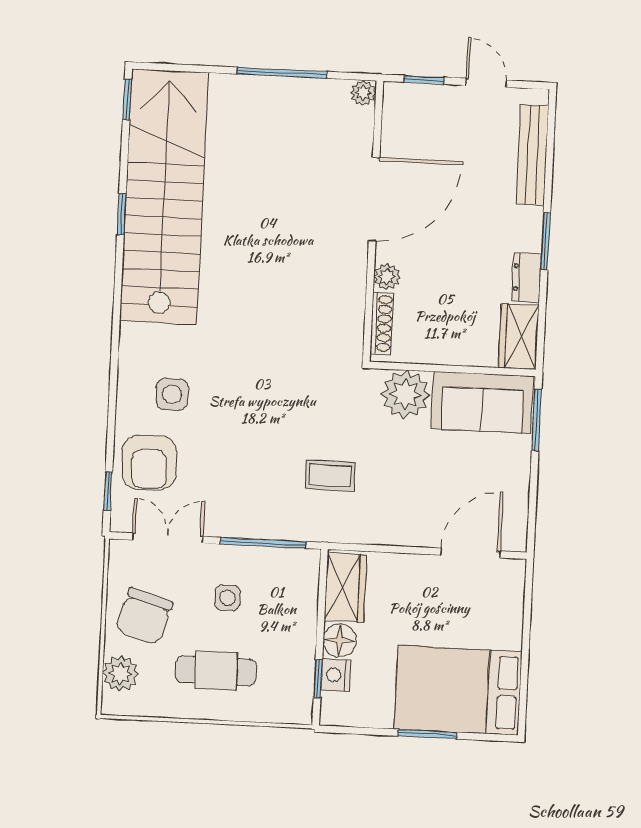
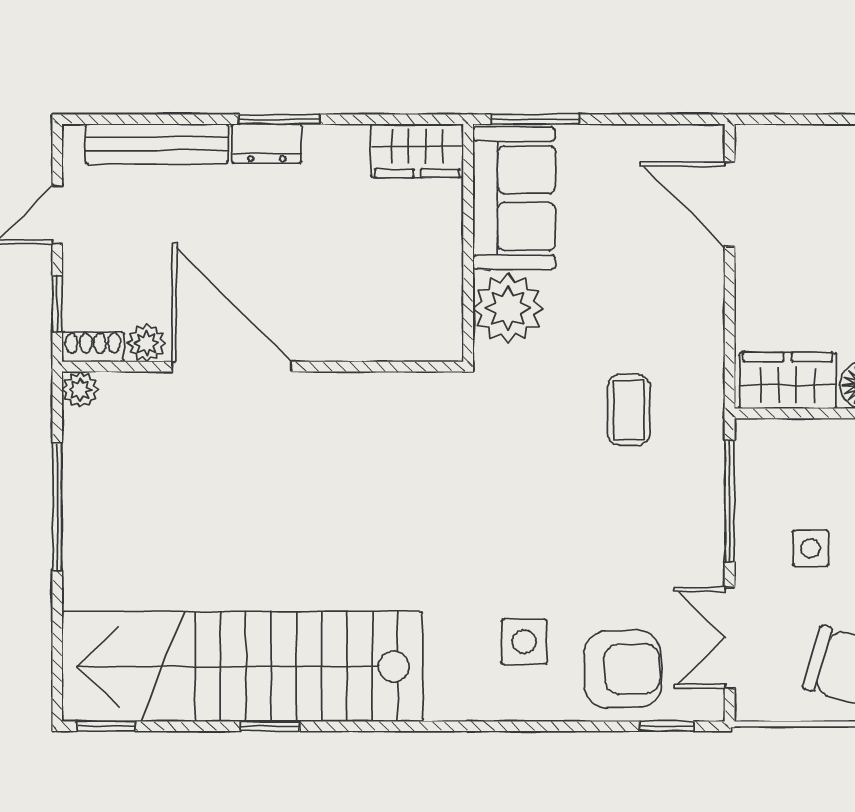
plant: (387, 277) -> (147, 343), moved
dresser: (527, 278) -> (267, 143), moved
shoe rack: (382, 323) -> (93, 347), moved, width x0.70

